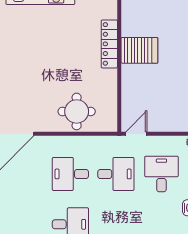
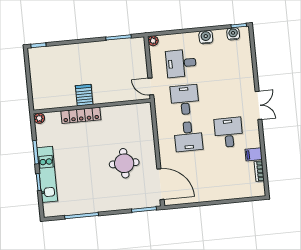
server rack: (139, 50) -> (84, 95), width x0.73, depth x0.70
round table: (77, 111) -> (124, 163), moved

